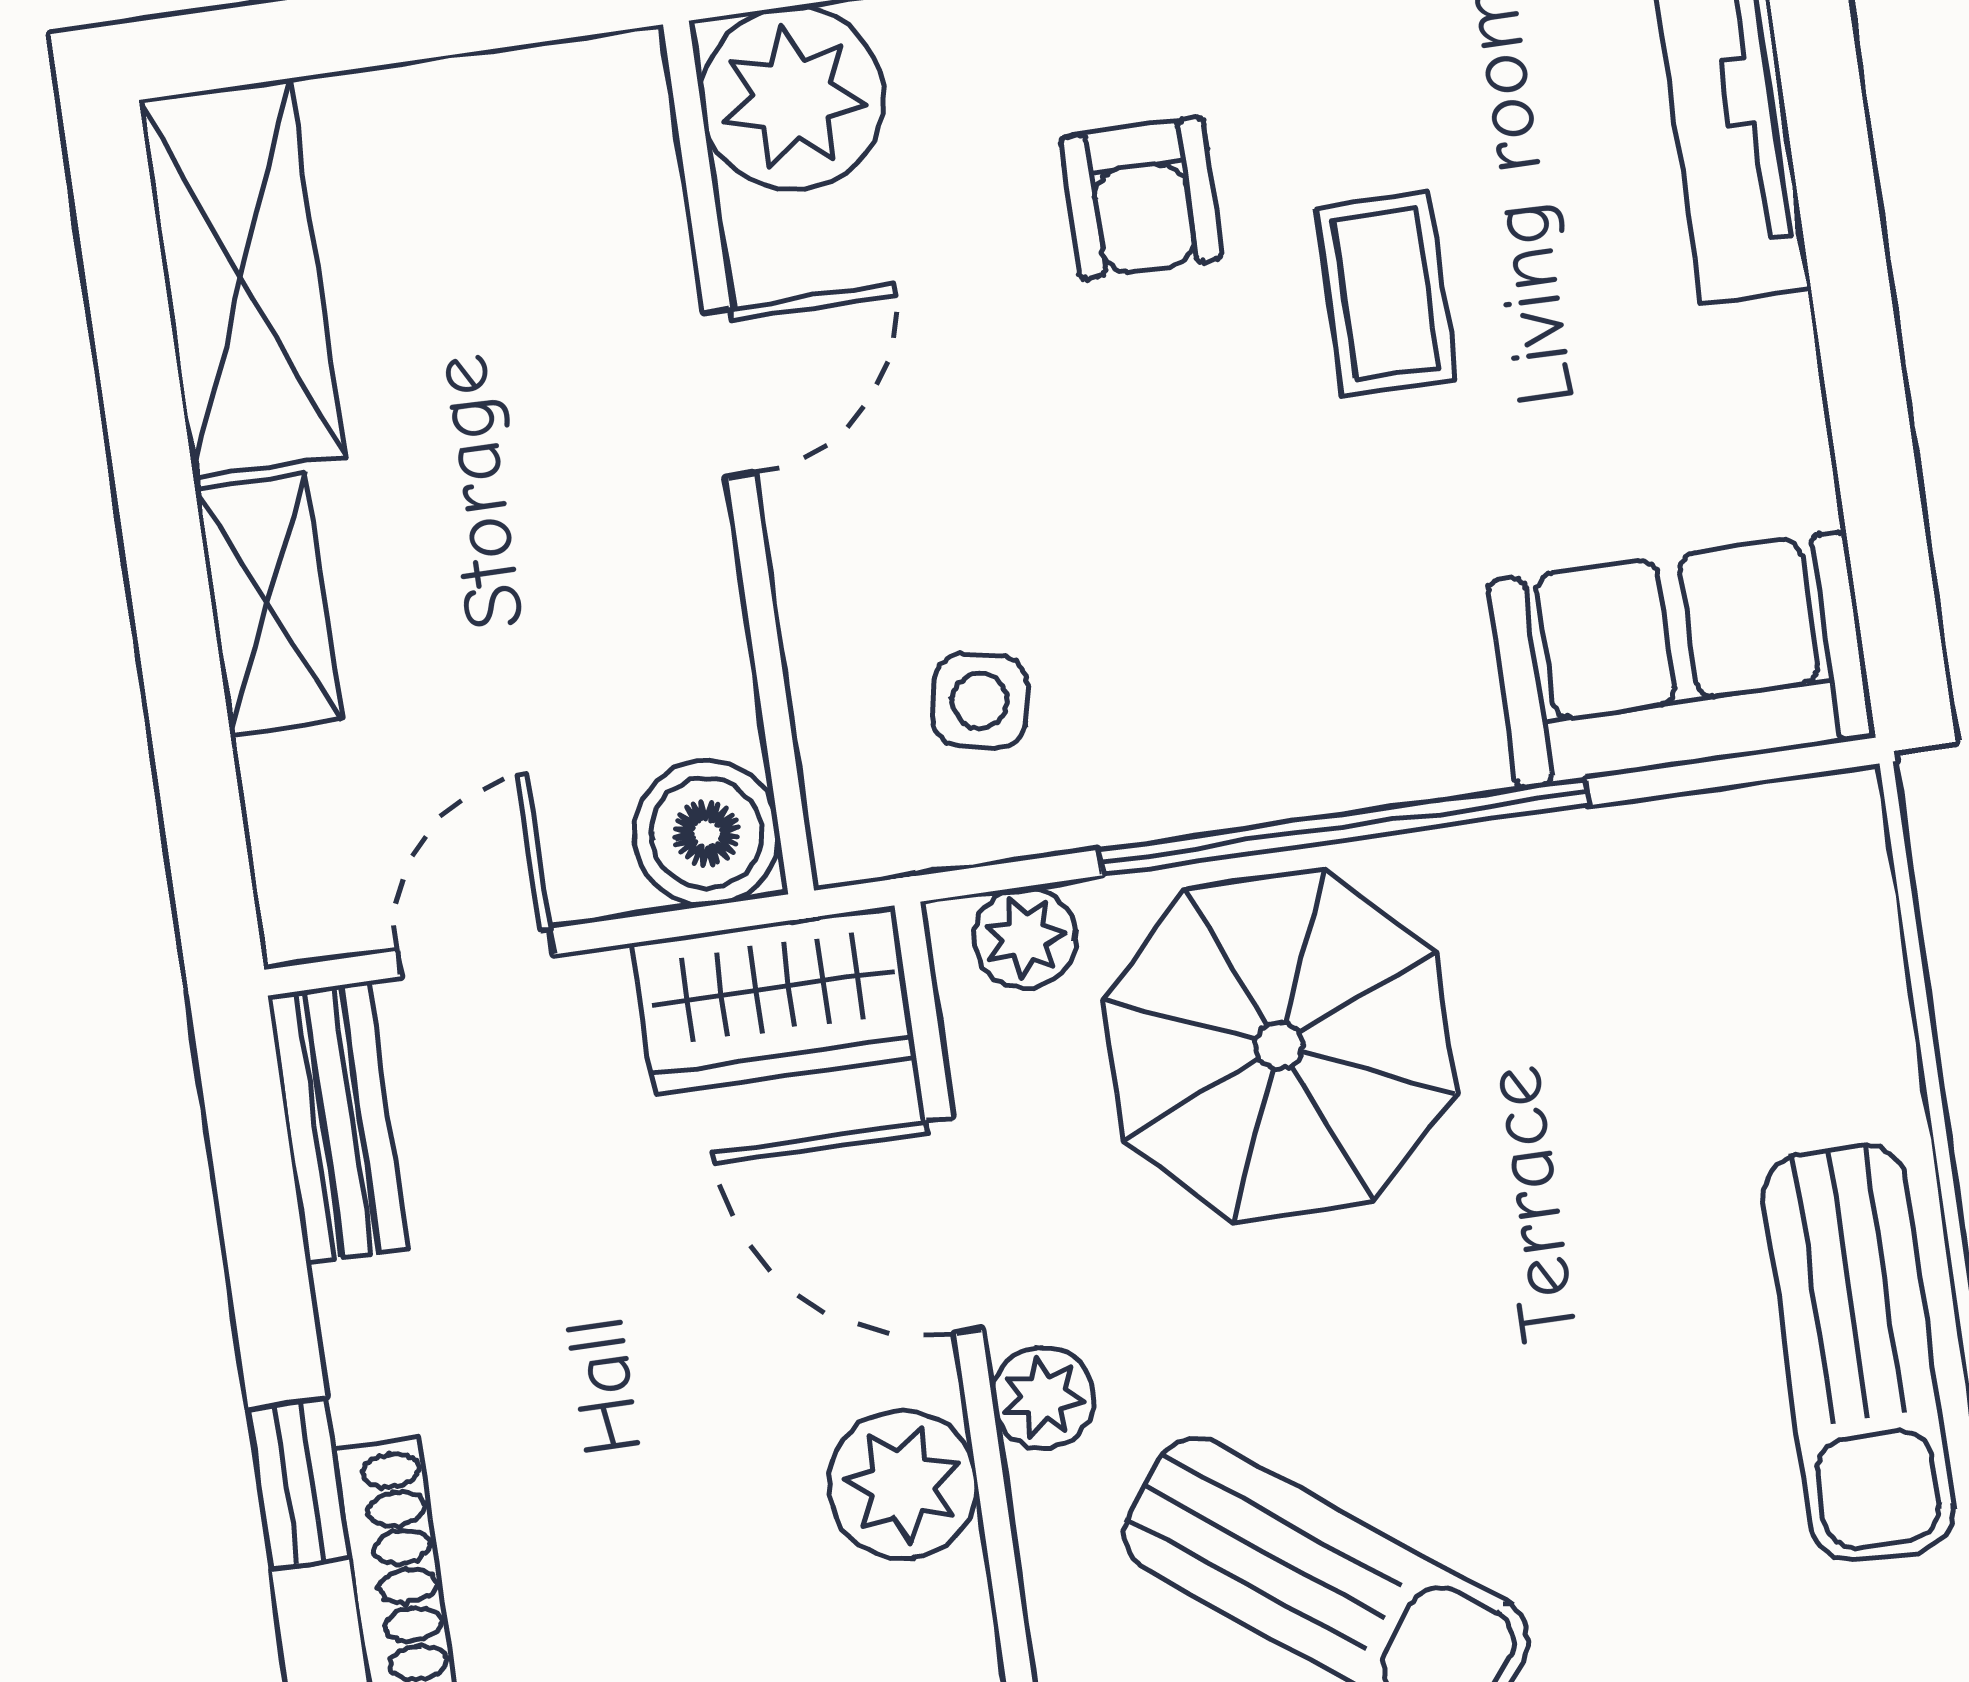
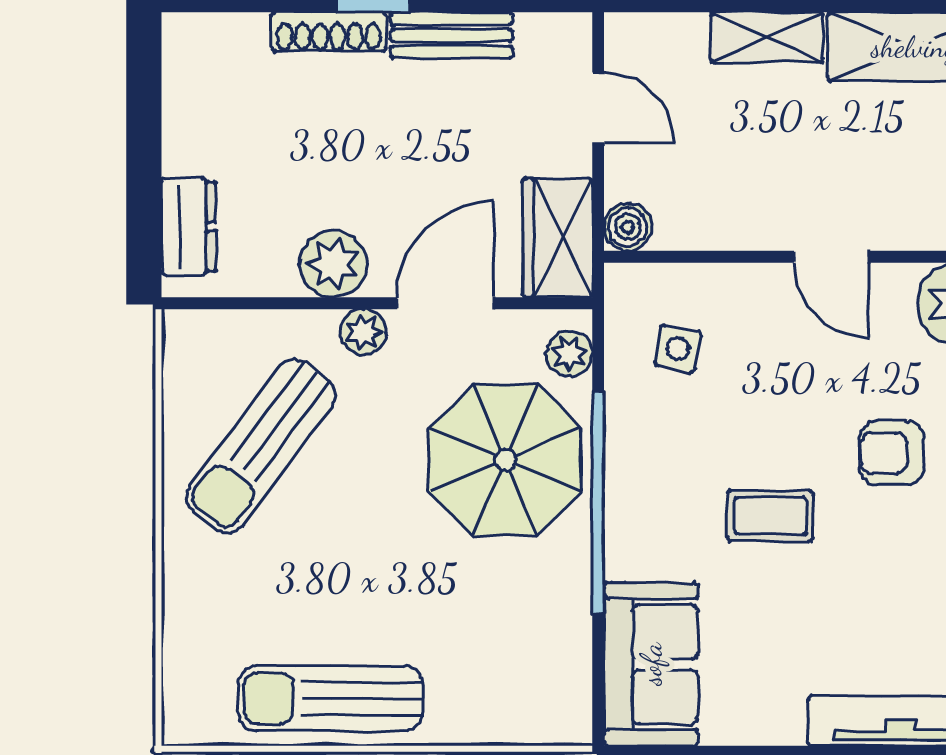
coffee table: (1386, 294) -> (770, 516), moved
boiler: (707, 833) -> (628, 227), width x0.73, depth x0.73
bench: (338, 1122) -> (452, 35), moved

